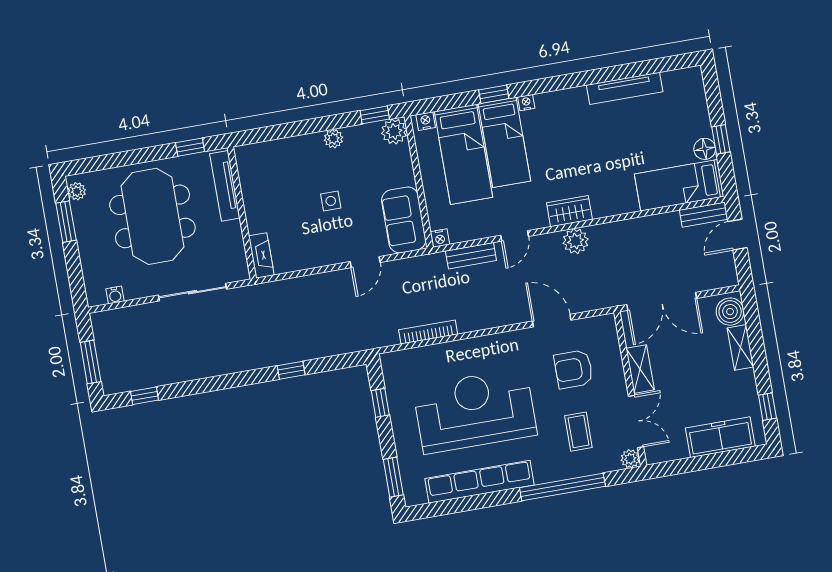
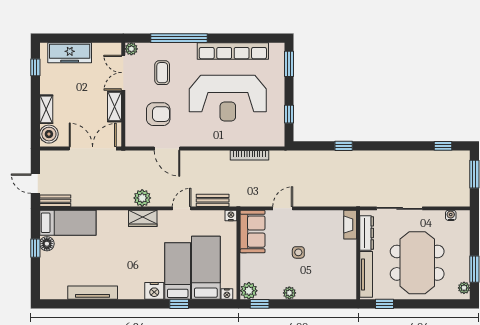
nightstand: (526, 103) -> (154, 291), width x1.89, depth x1.79
door: (737, 235) -> (35, 184), swing flipped
dresser: (235, 247) -> (367, 233), added

